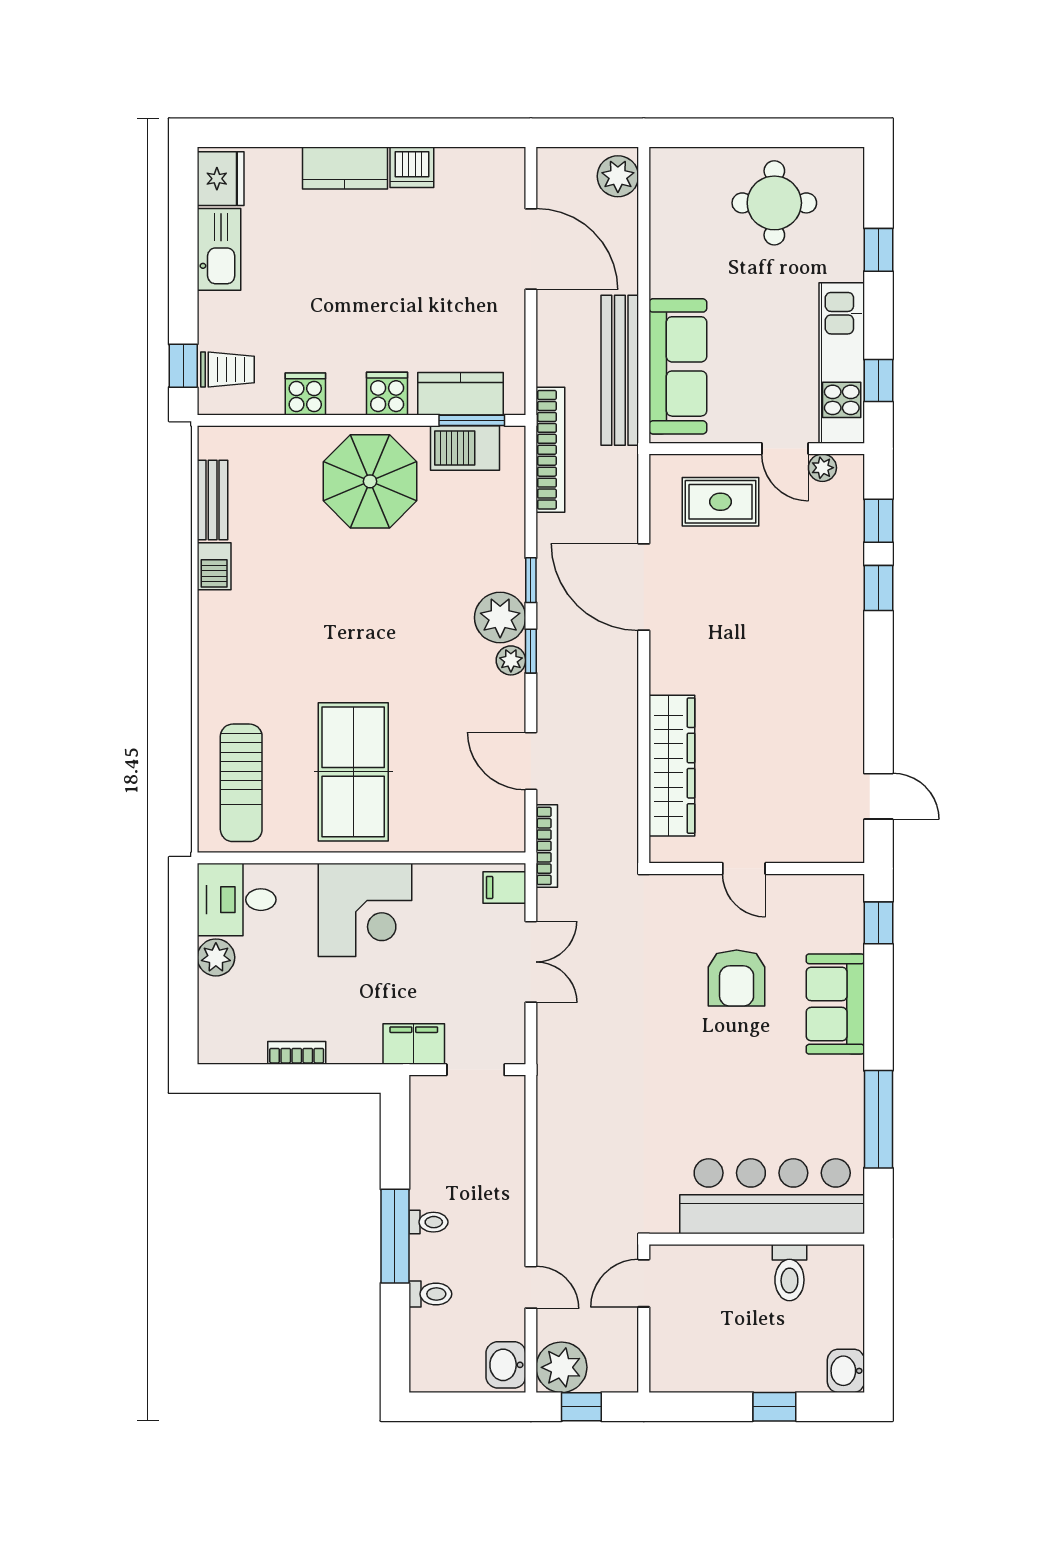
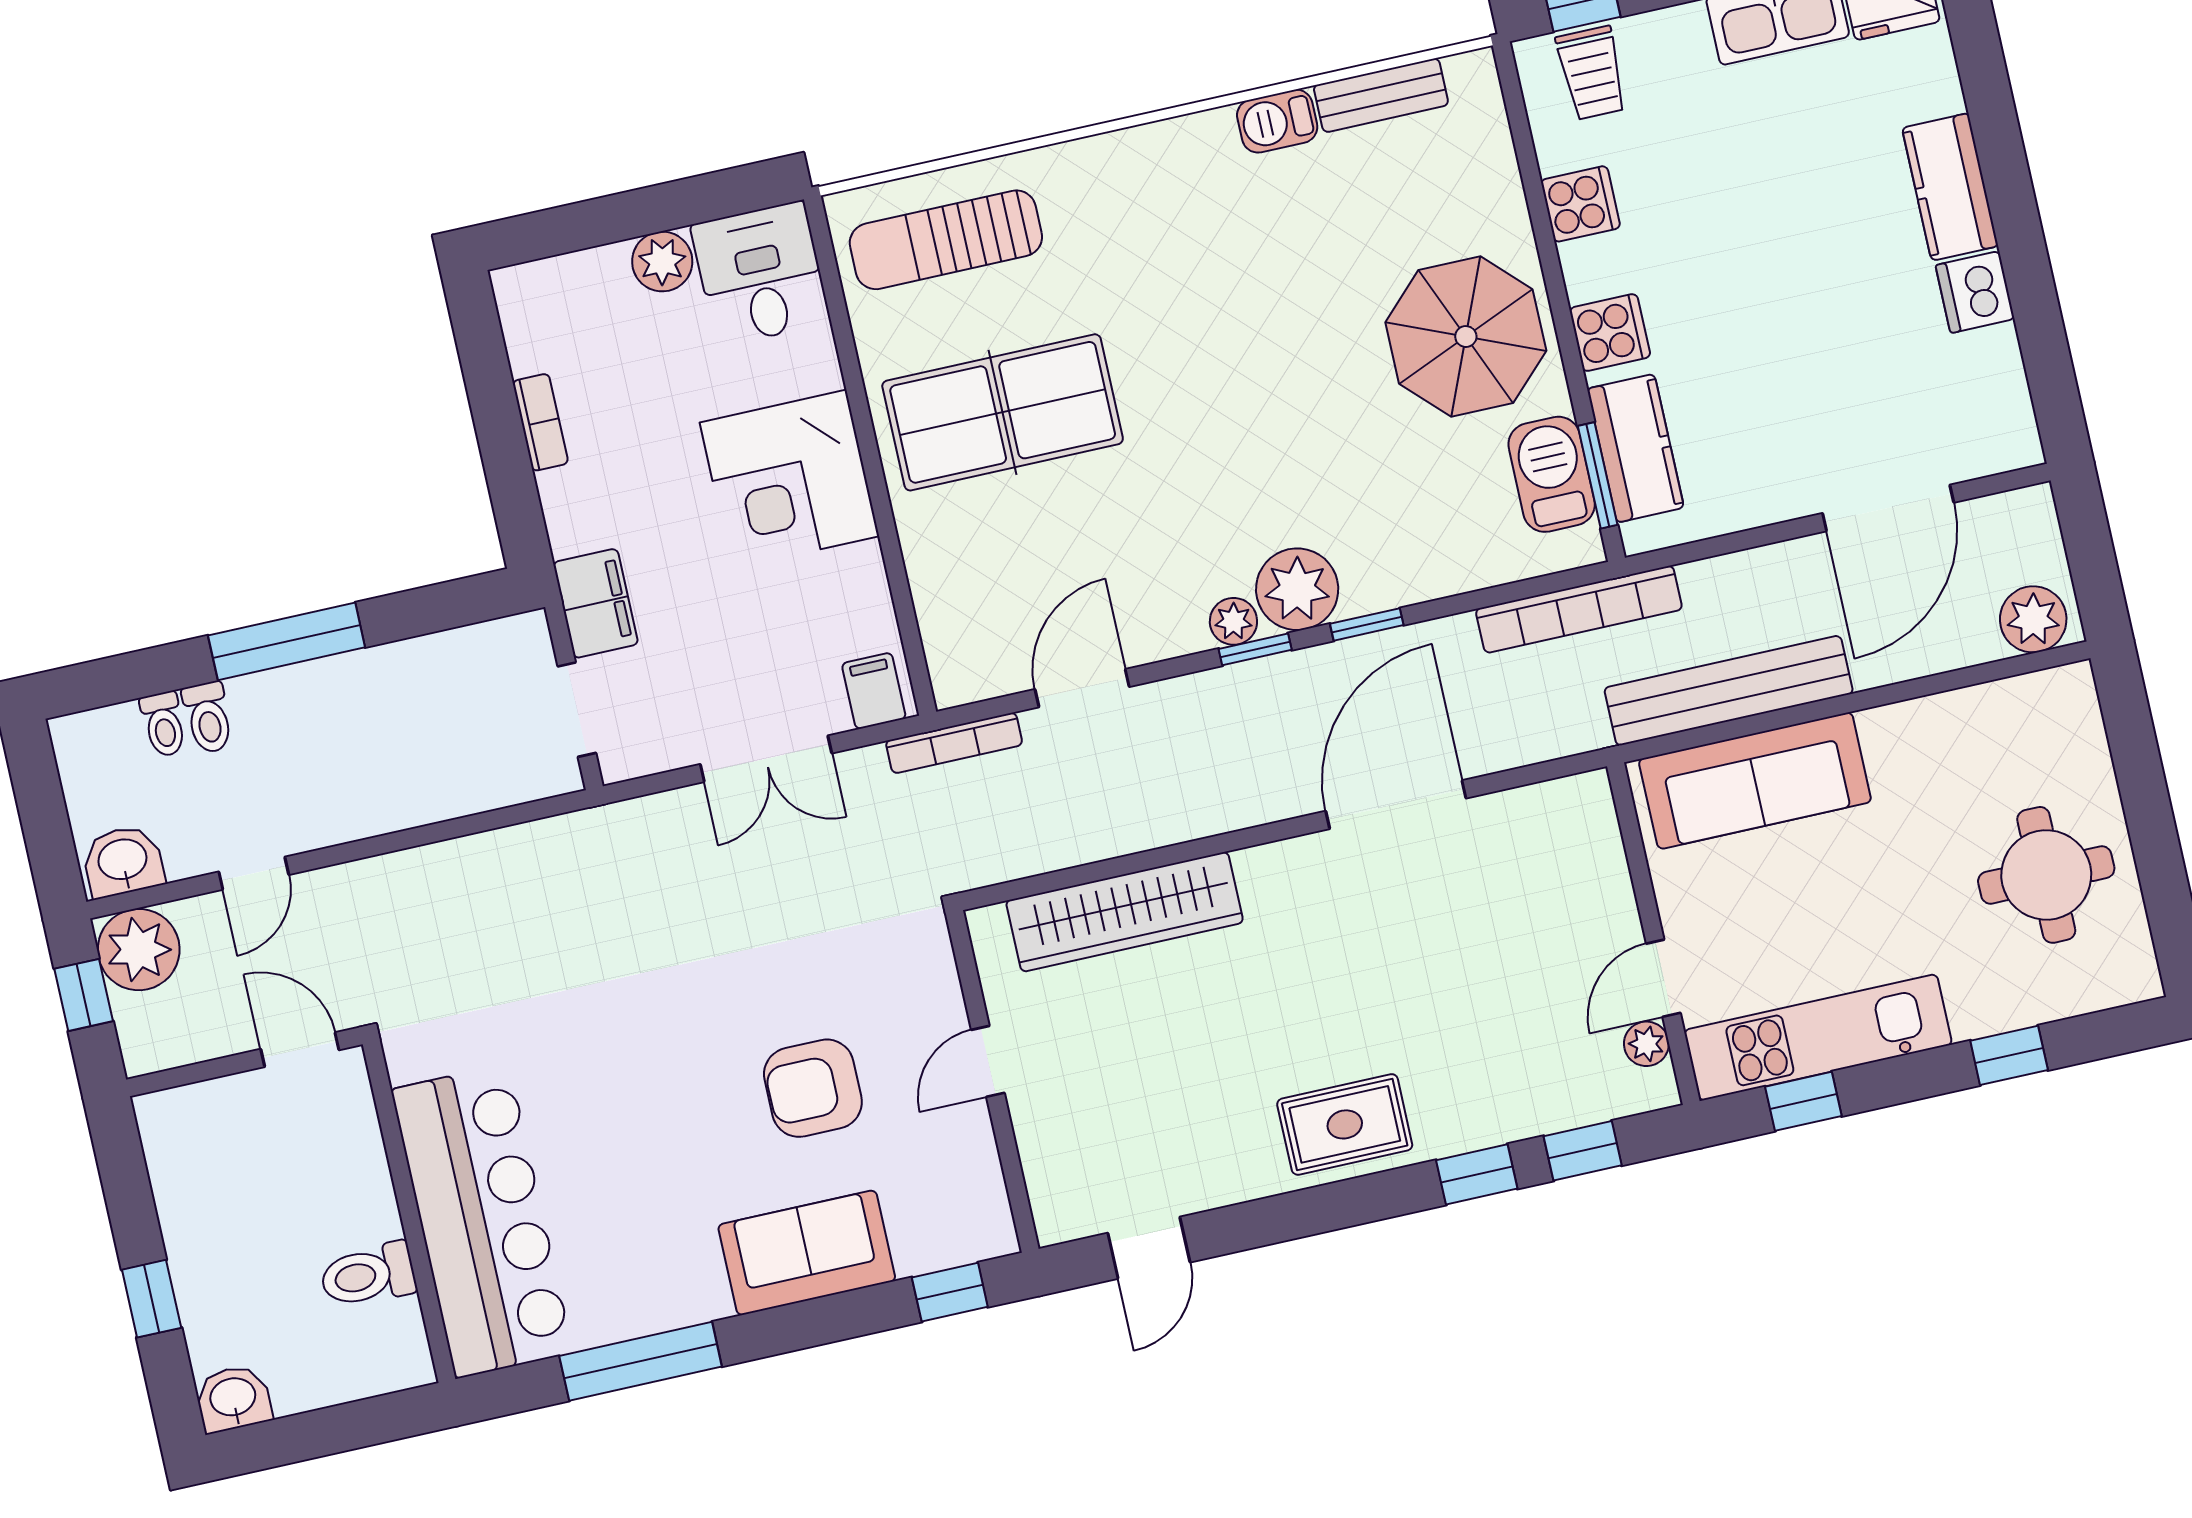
rug: (721, 502) -> (1345, 1124), moved, turned 90
toilet: (428, 1222) -> (164, 724), moved

